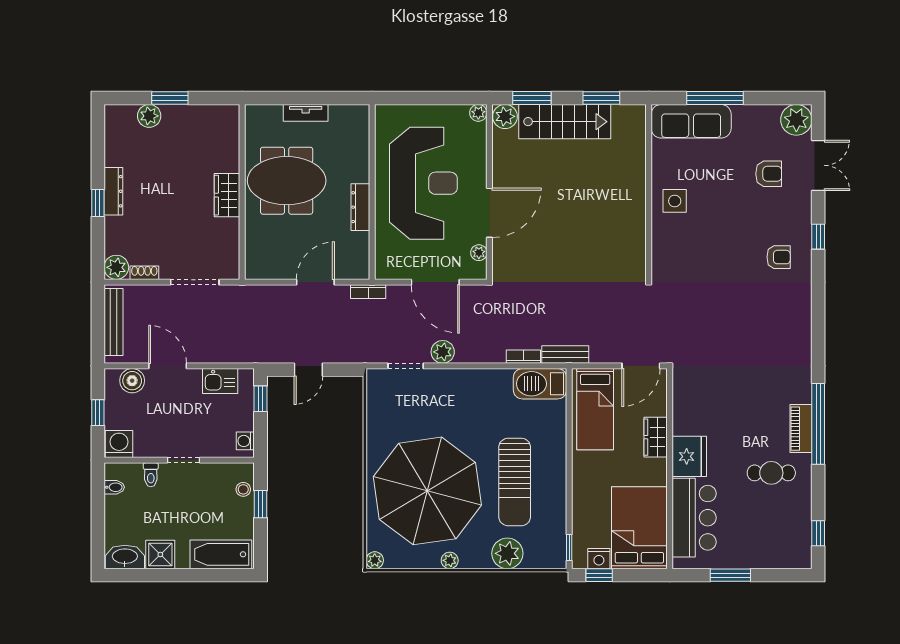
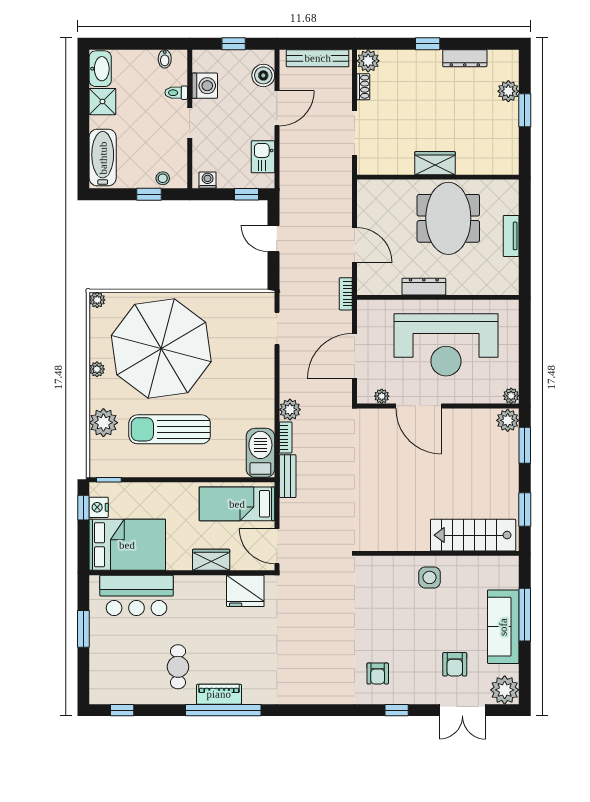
sofa: (691, 121) -> (503, 627), moved
stairs: (565, 122) -> (473, 535), moved, turned 90
dresser: (113, 191) -> (465, 58), moved
plant: (443, 352) -> (290, 410), moved
washing machine: (119, 444) -> (205, 86), moved
fridge: (689, 456) -> (245, 591), moved

